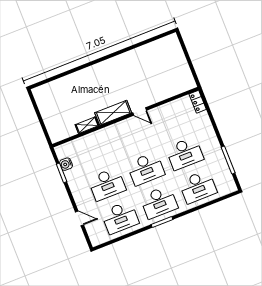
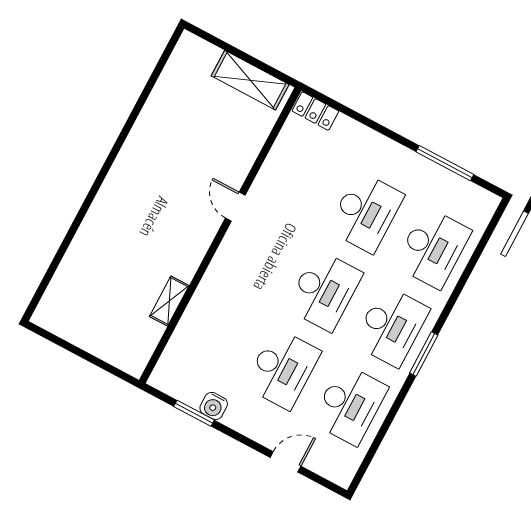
door: (140, 111) -> (235, 207), swing flipped
shelving: (113, 113) -> (250, 80), moved, turned 90
water cooler: (66, 164) -> (214, 406), moved

